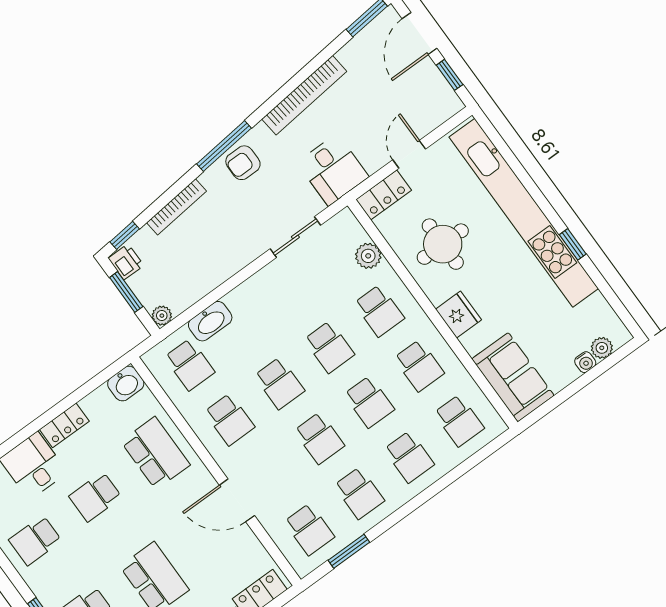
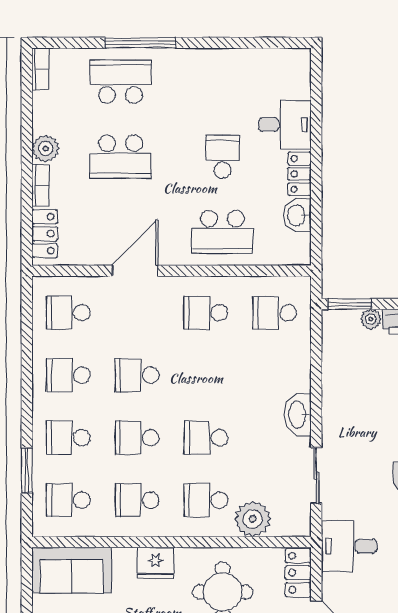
plant: (368, 256) -> (253, 519), width x1.36, depth x1.36
window: (126, 292) -> (349, 304), moved
plant: (162, 316) -> (371, 319), moved
washbasin: (210, 321) -> (298, 415), moved
school desk: (279, 383) -> (206, 375), removed
washbasin: (126, 384) -> (297, 215), moved
school desk: (35, 540) -> (222, 82), removed
window: (349, 551) -> (27, 470), moved

